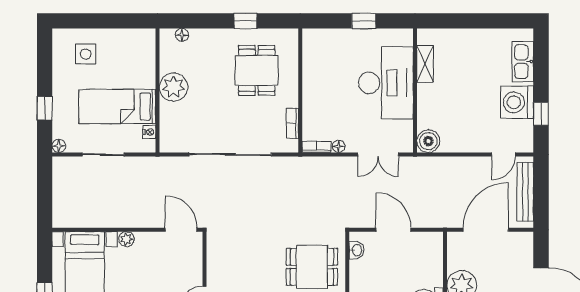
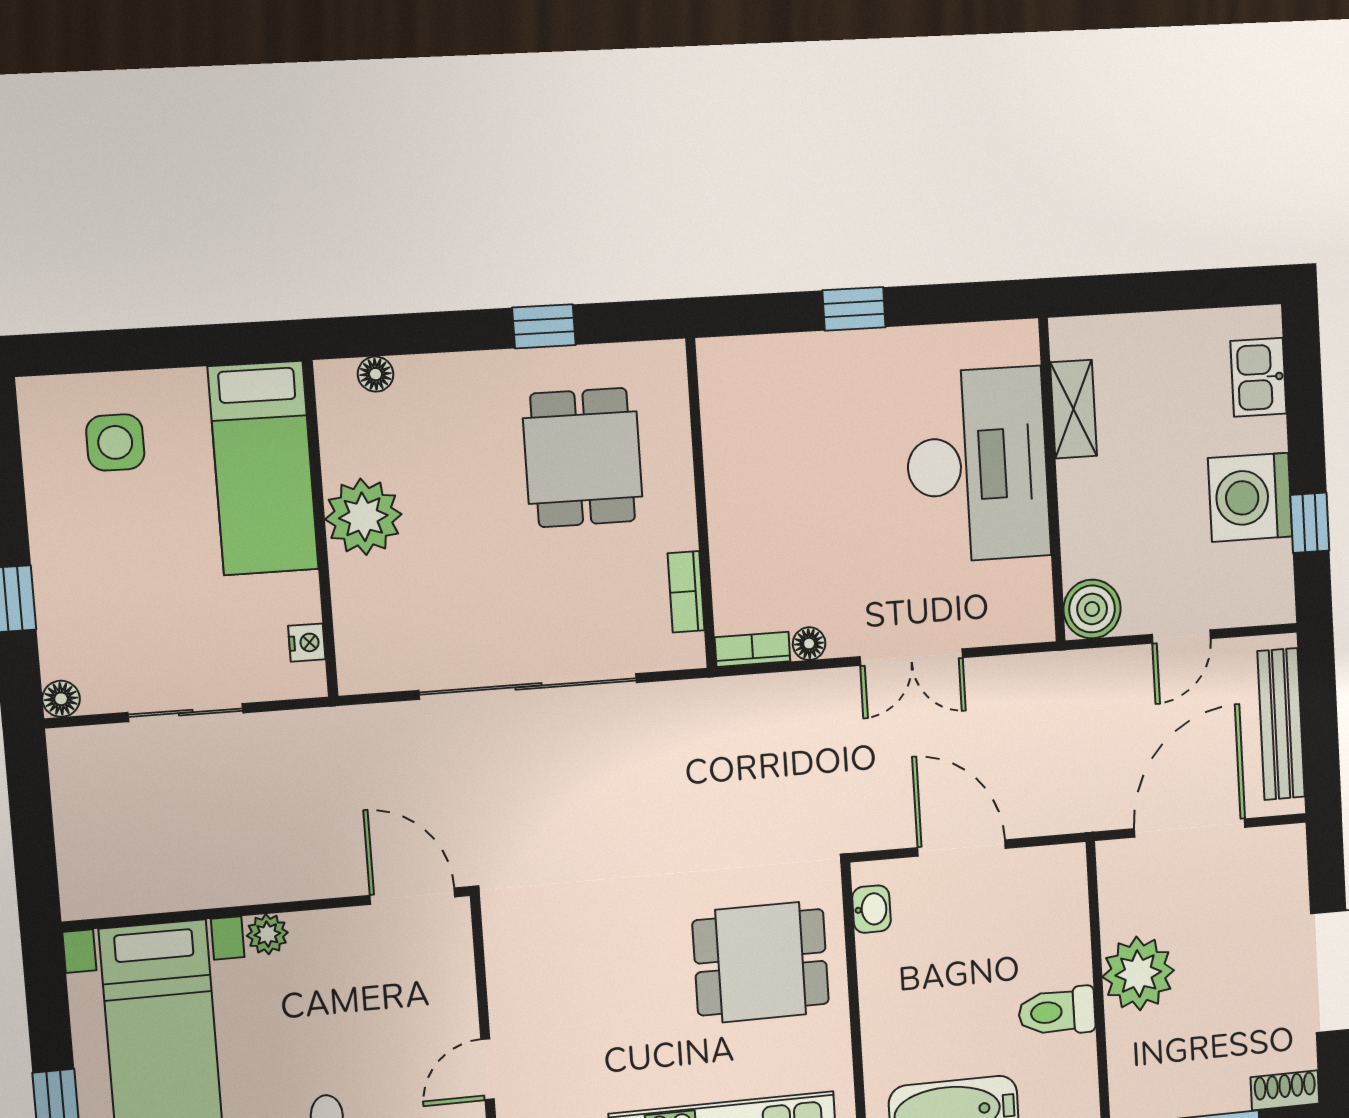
kitchen sink: (523, 62) -> (1258, 377), width x0.73
shelving: (425, 64) -> (1073, 409), moved
desk: (386, 83) -> (977, 465), moved
wall: (415, 91) -> (1052, 480), moved
bed: (117, 106) -> (263, 468), moved, turned -90
boiler: (428, 141) -> (1092, 609), moved
door: (503, 154) -> (1181, 637), moved

